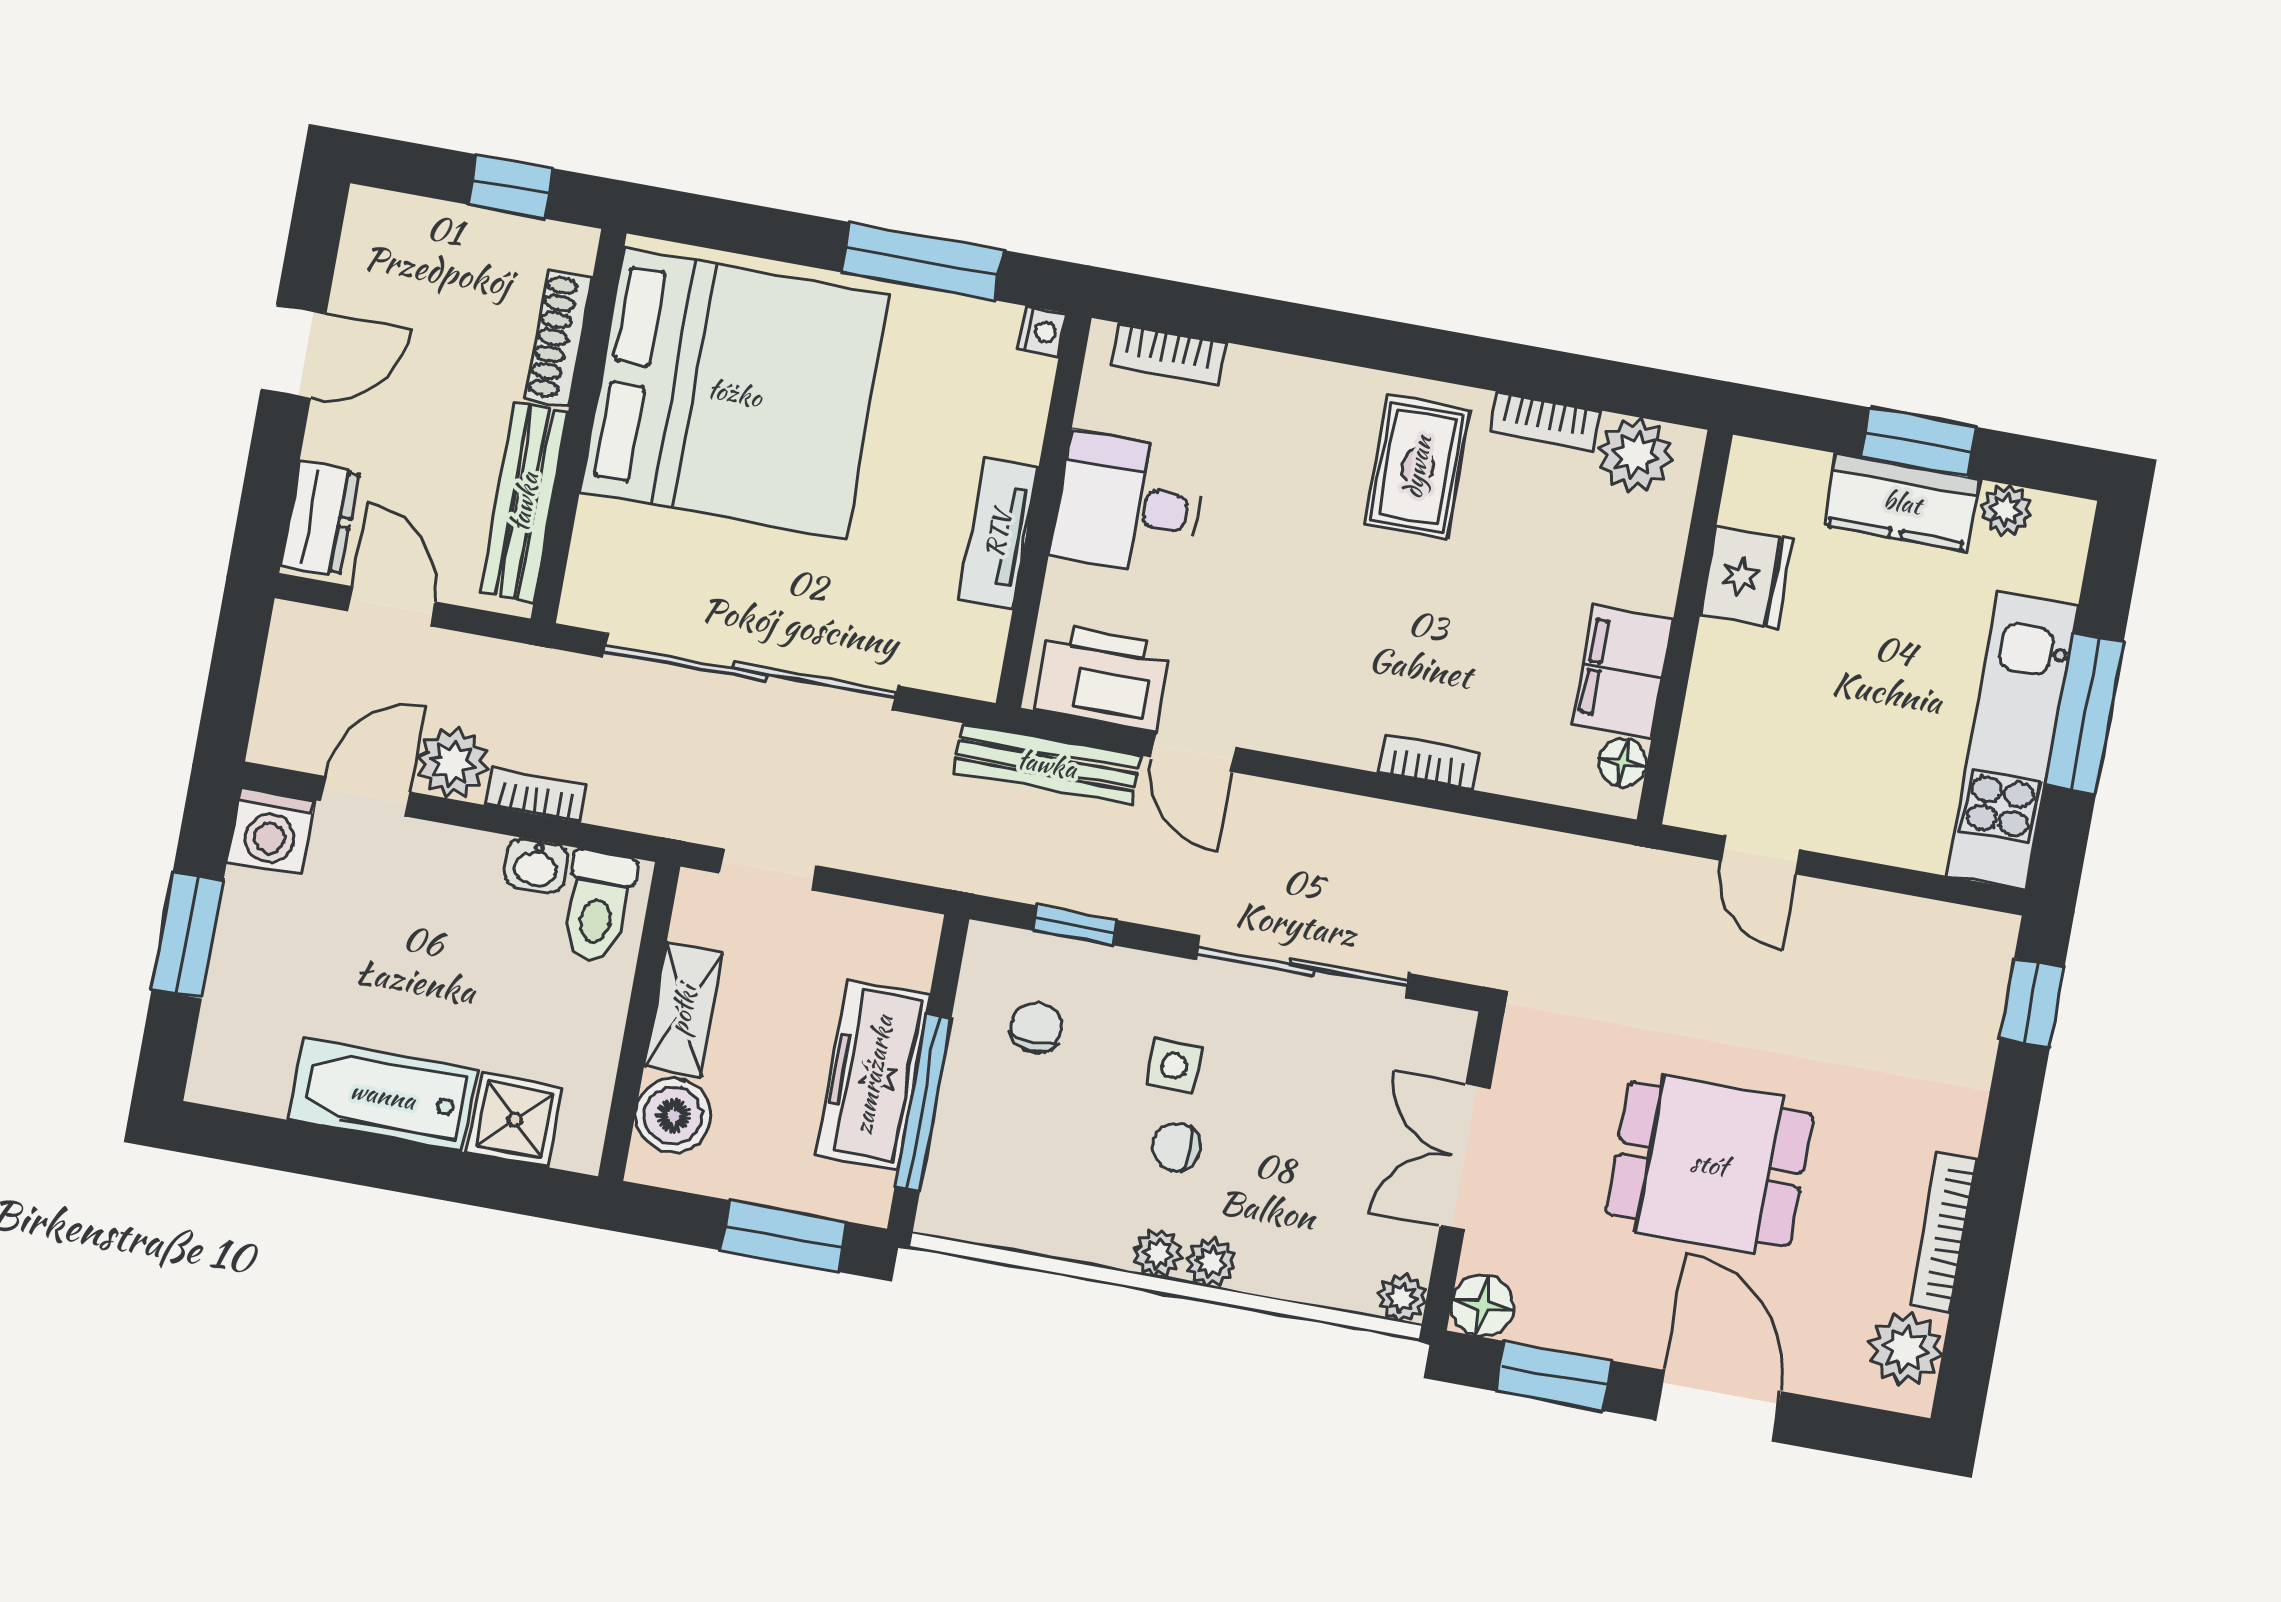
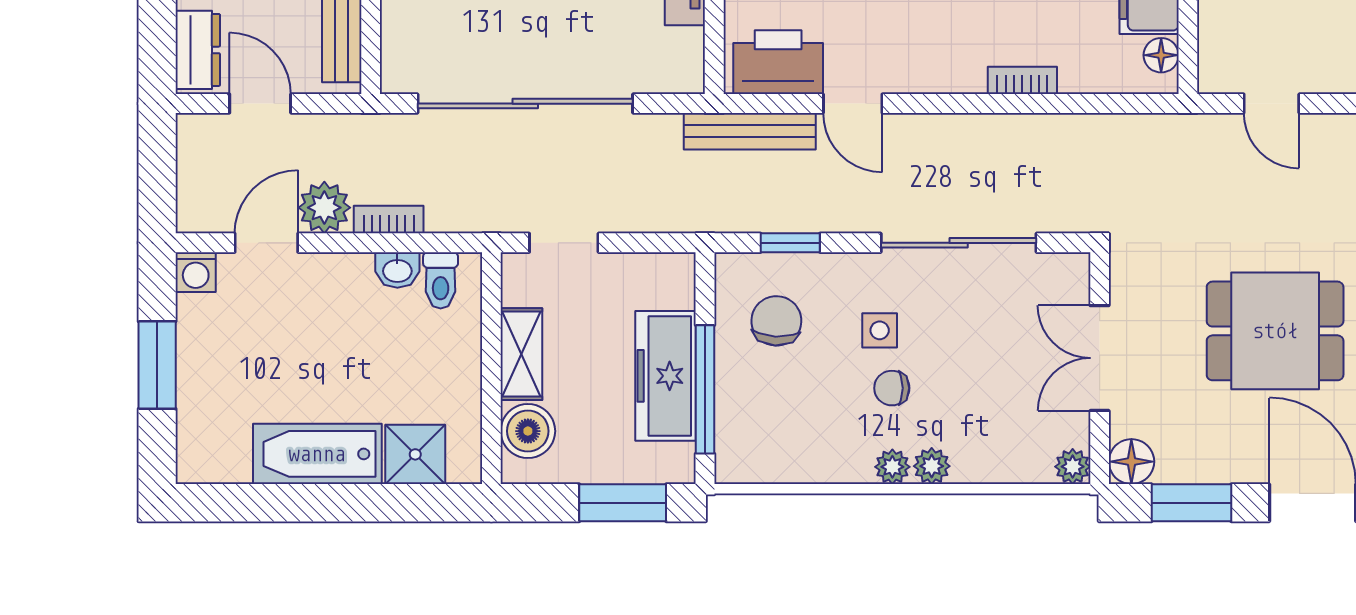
washing machine: (271, 831) -> (196, 272), width x0.73, depth x0.73
toilet: (598, 906) -> (441, 280), width x0.73, depth x0.72
chair: (1037, 1028) -> (776, 321), width x1.37, depth x1.37

